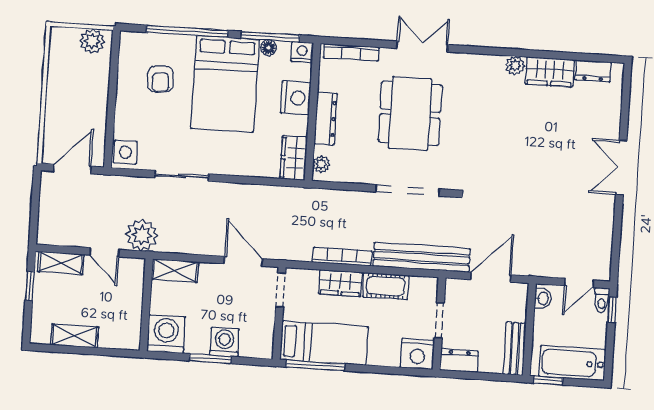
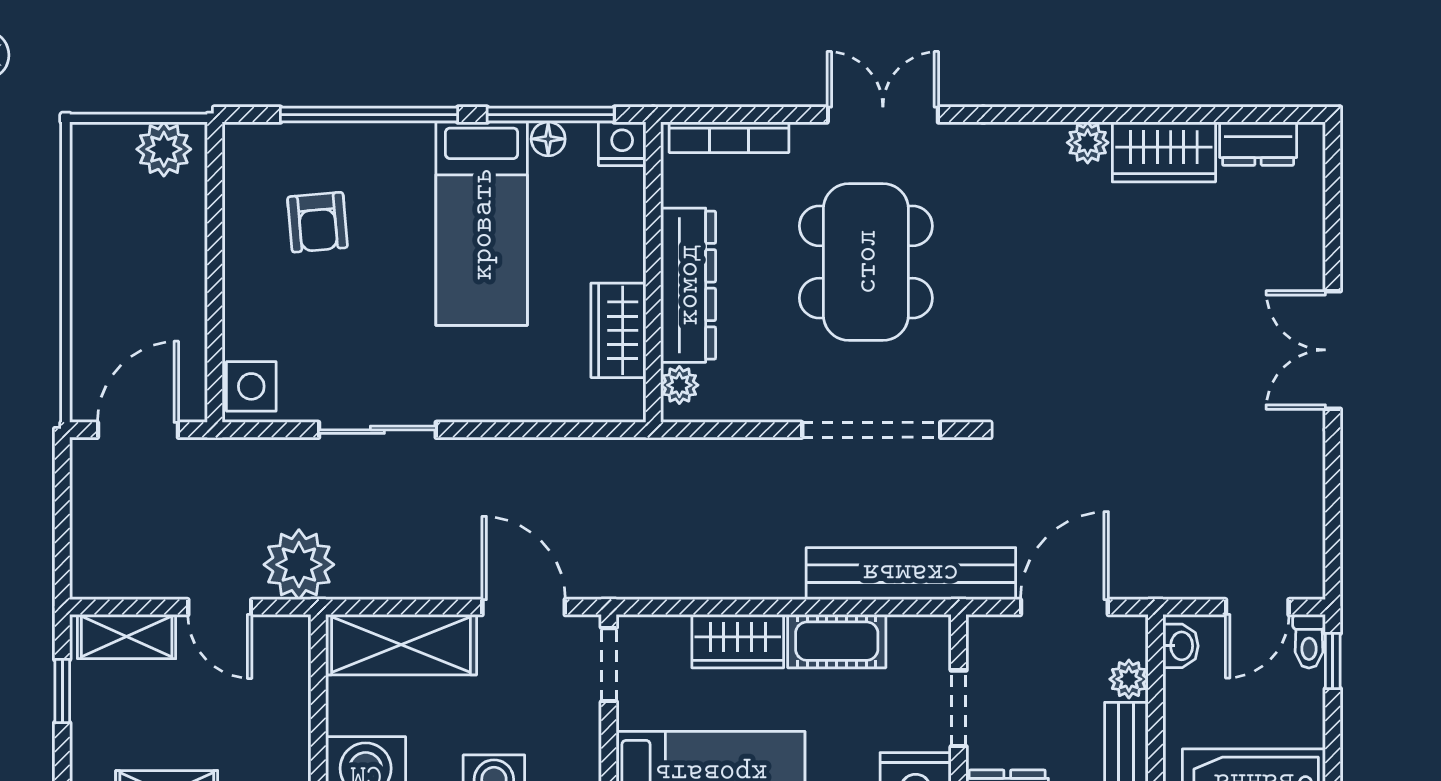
bed: (225, 84) -> (482, 224), width x0.67
nightstand: (296, 98) -> (614, 244), removed
dresser: (326, 119) -> (688, 285), width x1.37, depth x1.24
wardrobe: (294, 158) -> (618, 330), moved
bookcase: (342, 257) -> (738, 583), removed
shelving: (175, 271) -> (401, 645), width x1.50, depth x1.33
plant: (518, 312) -> (1129, 679), added

